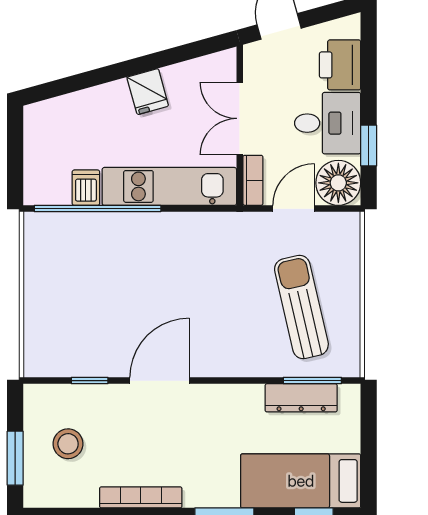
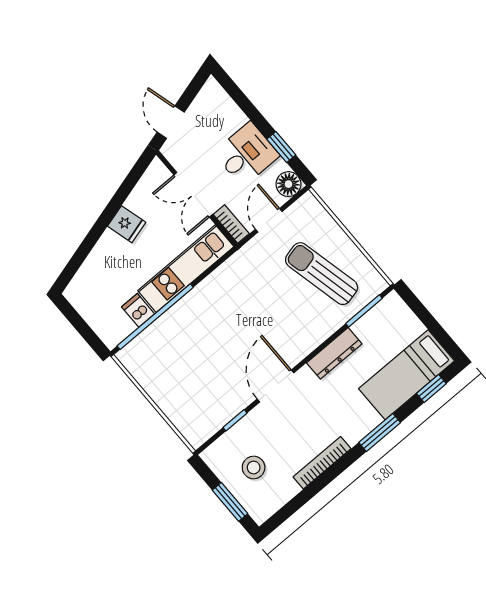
printer: (340, 65) -> (225, 114), removed
floor lamp: (338, 183) -> (289, 184), width x0.73, depth x0.73
dresser: (301, 398) -> (334, 353), moved

